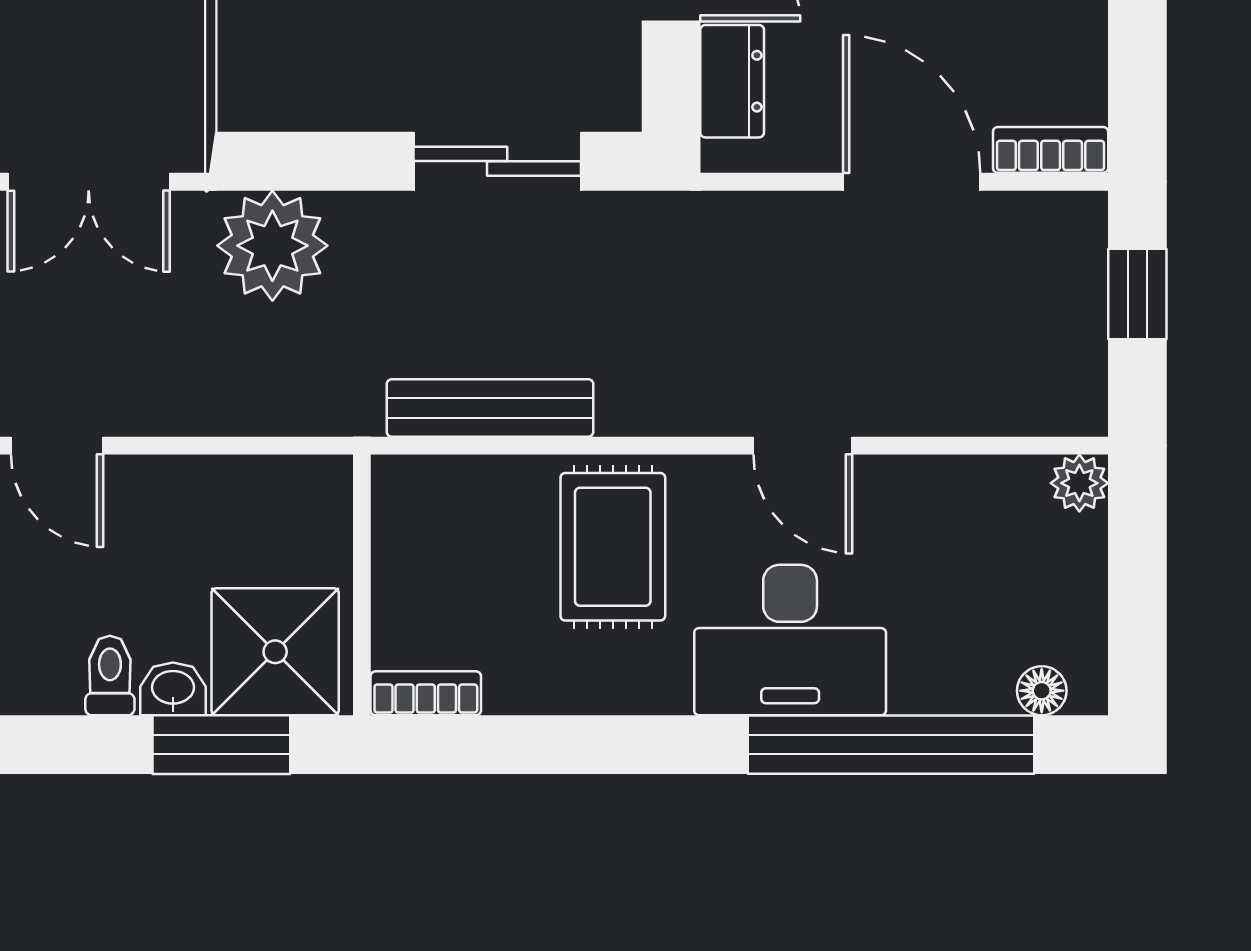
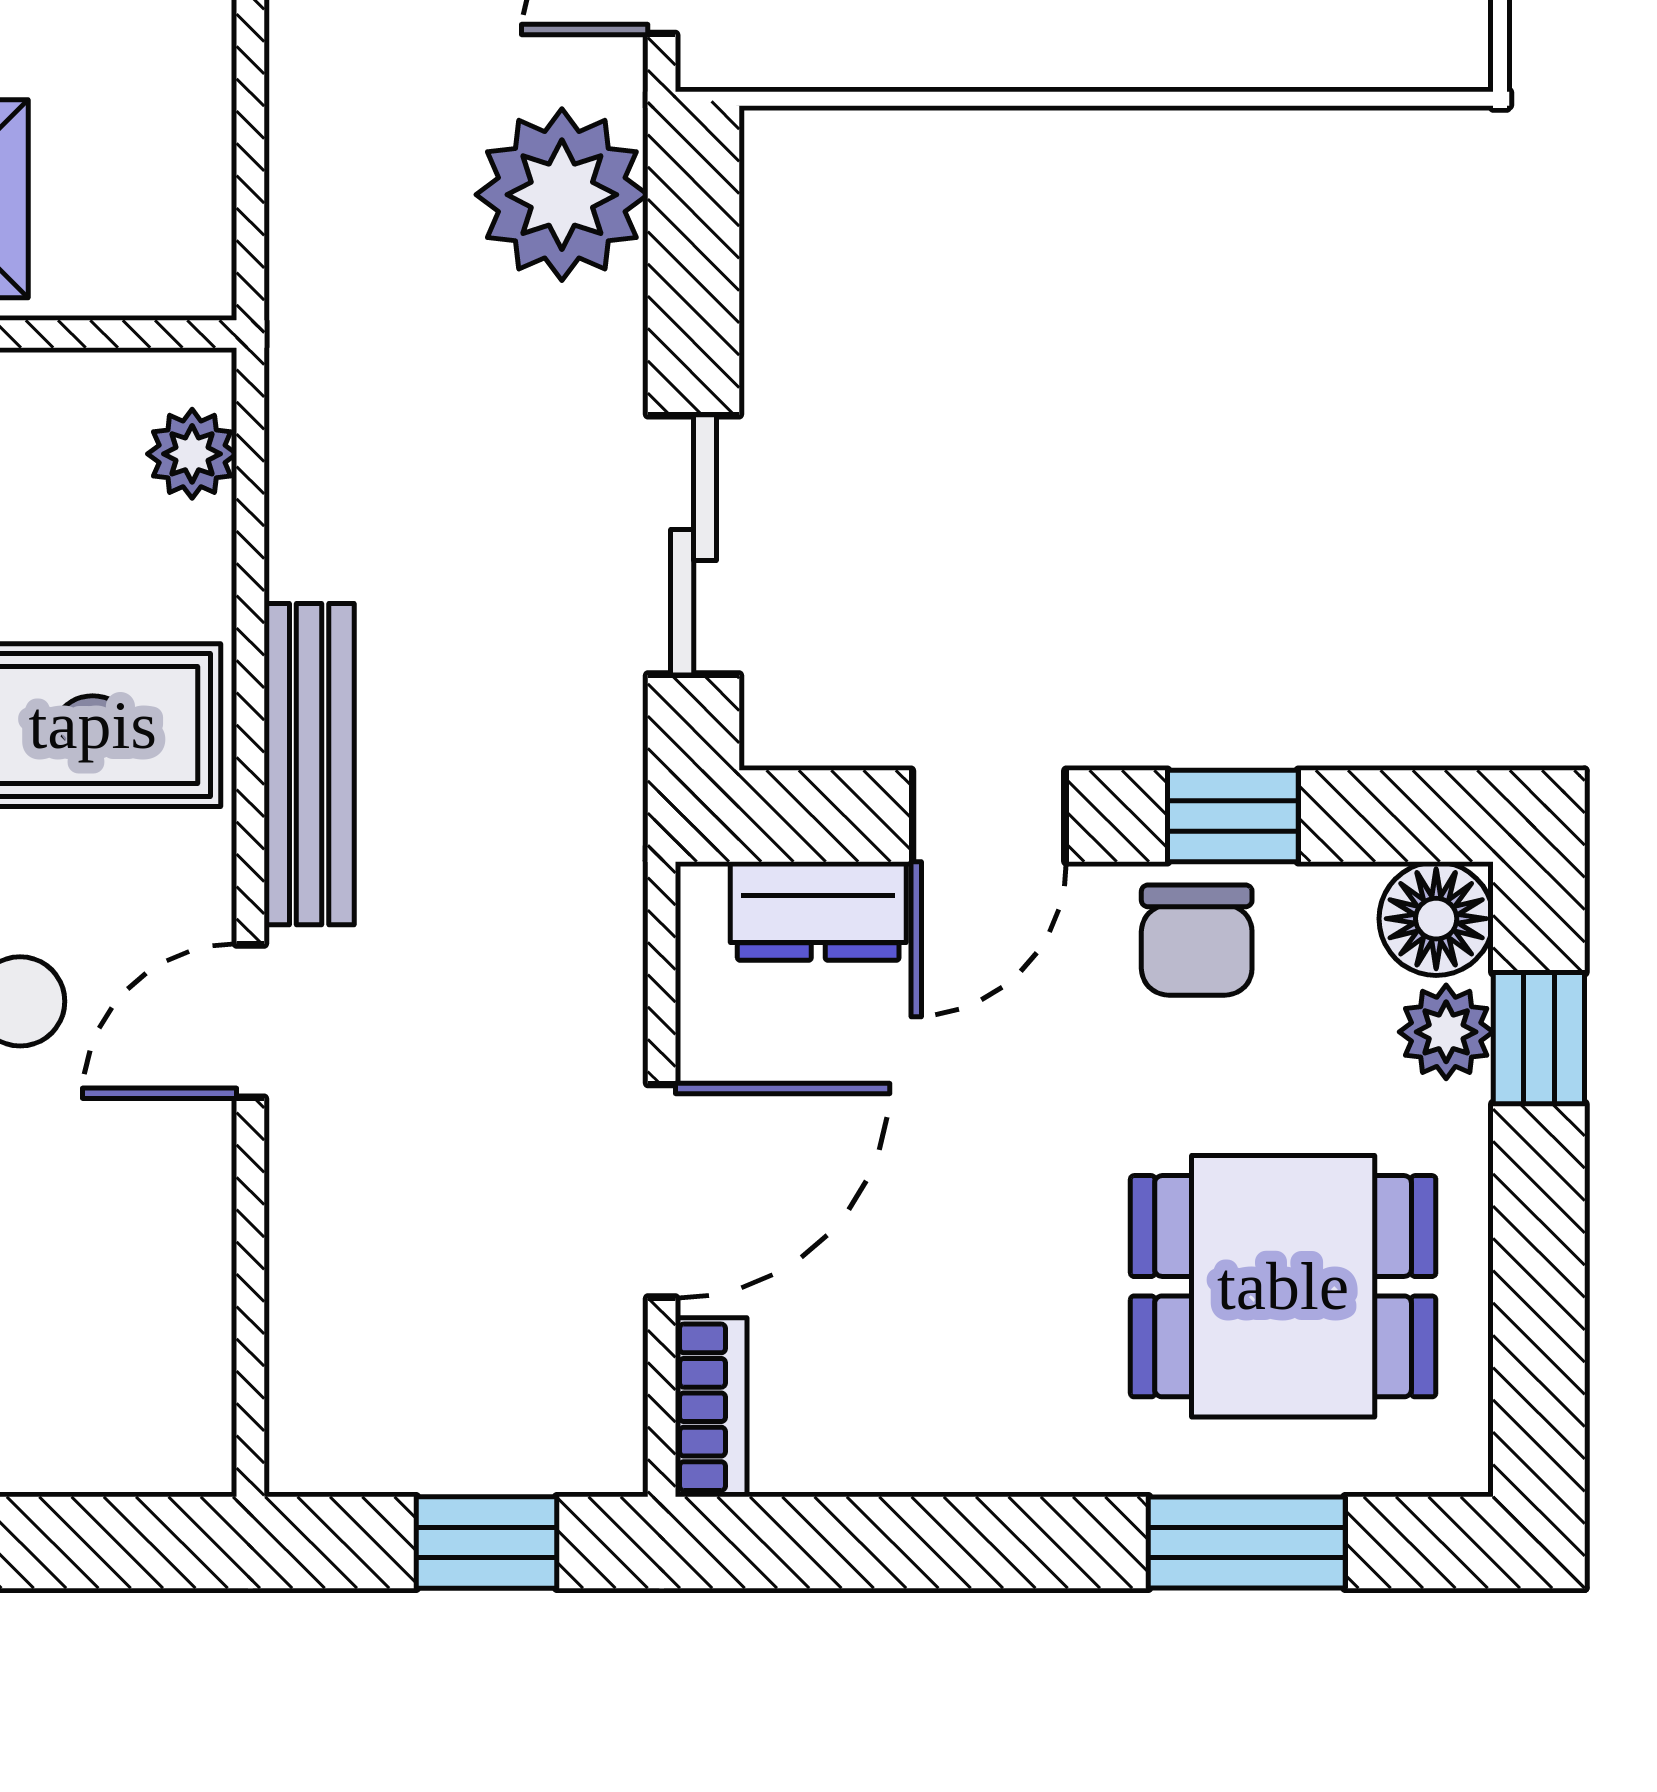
bench: (490, 408) -> (309, 764), moved
plant: (1079, 483) -> (192, 454), moved

